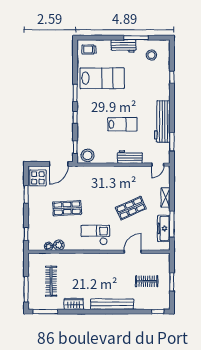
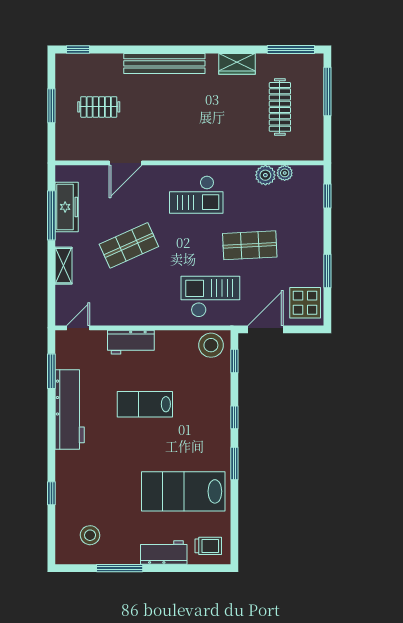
workbench: (124, 46) -> (164, 552), moved
checkout: (88, 181) -> (210, 297), added

